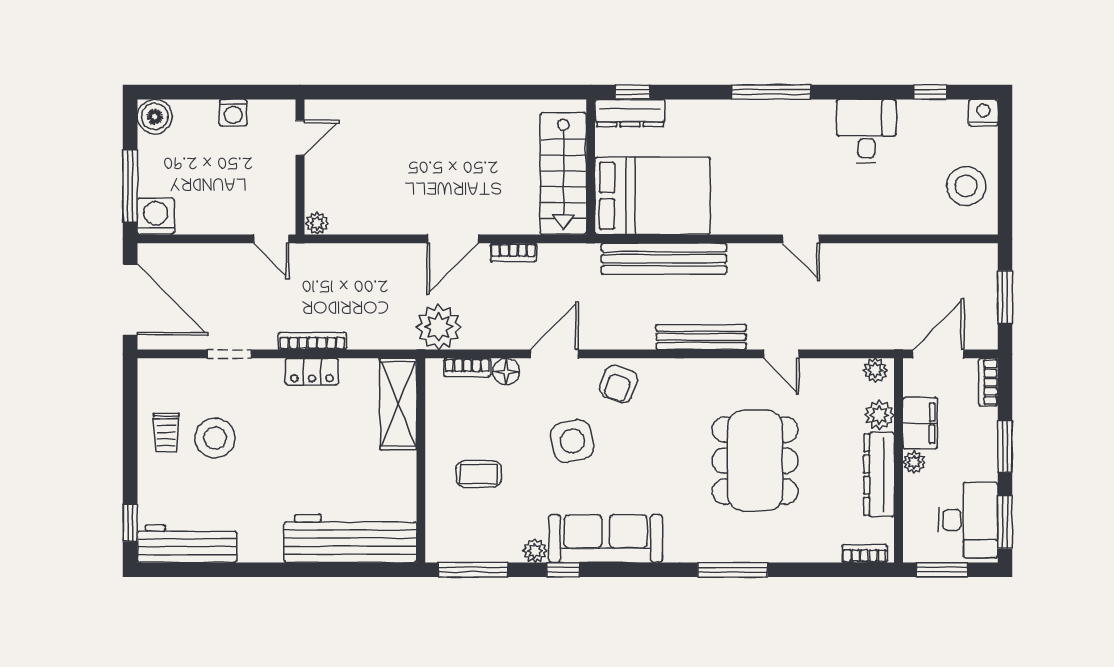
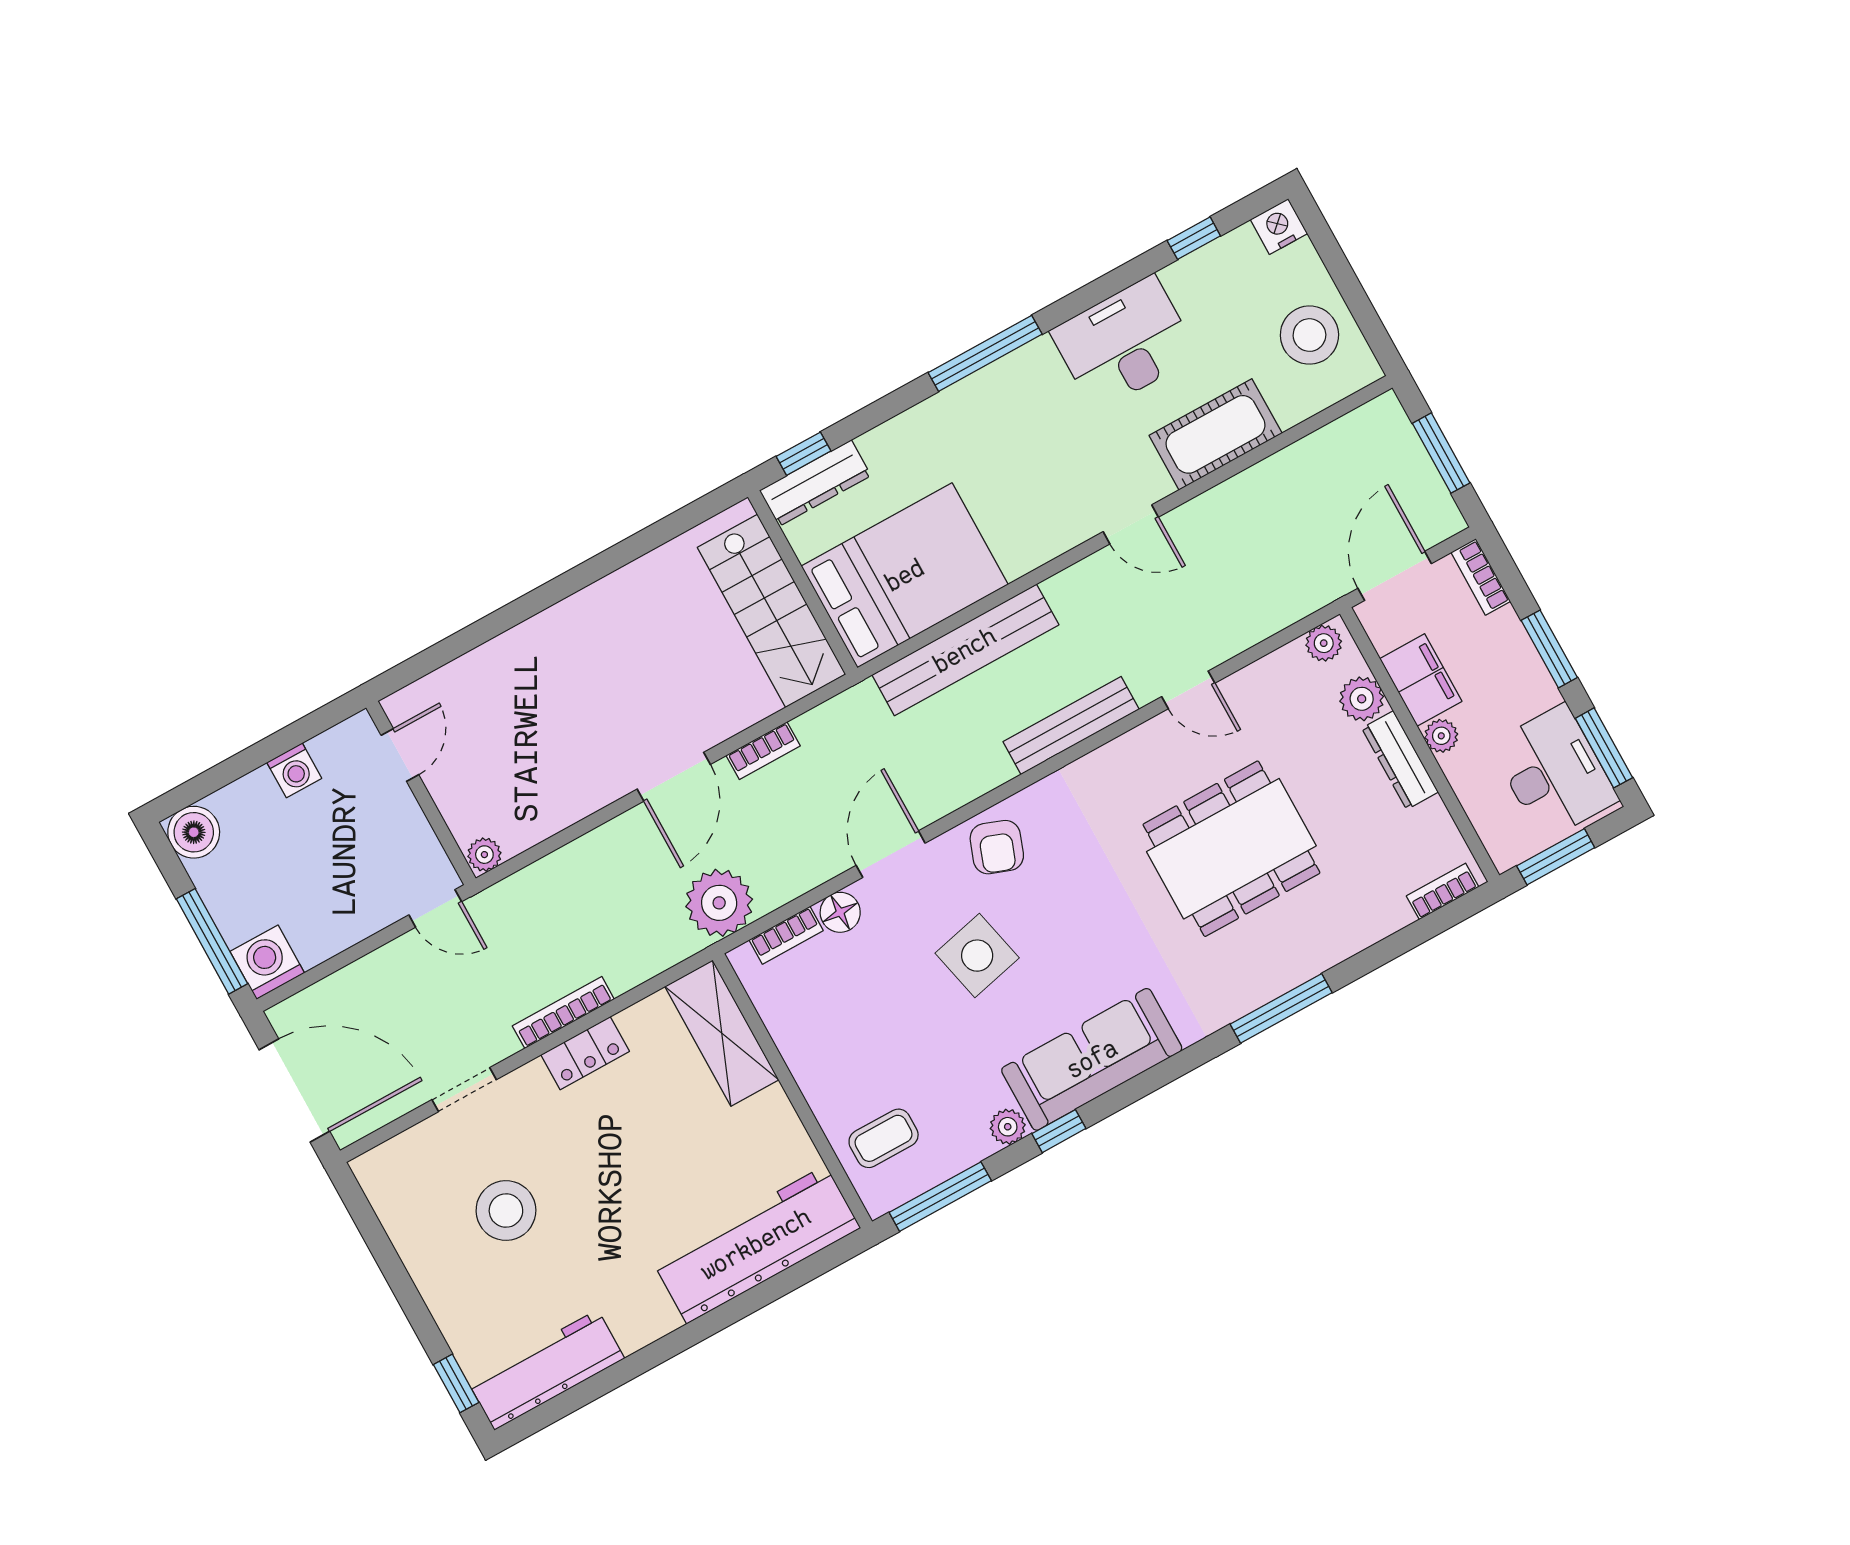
desk: (866, 131) -> (1124, 343), width x1.37
cot: (879, 214) -> (1216, 434), added
trolley: (166, 433) -> (438, 1239), removed
dining table: (755, 461) -> (1231, 849), turned 90
coffee table: (479, 474) -> (884, 1138), moved
dresser: (879, 475) -> (1400, 760), width x0.73, depth x0.80

